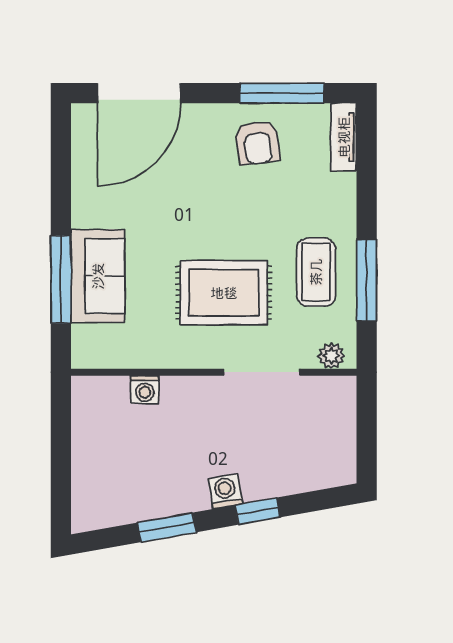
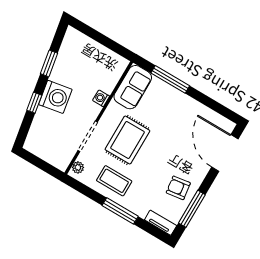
sofa: (98, 276) -> (133, 87), moved, turned -90
window: (367, 280) -> (120, 211), moved
washing machine: (145, 389) -> (101, 98), moved
washing machine: (225, 491) -> (55, 97), width x1.89, depth x1.89

